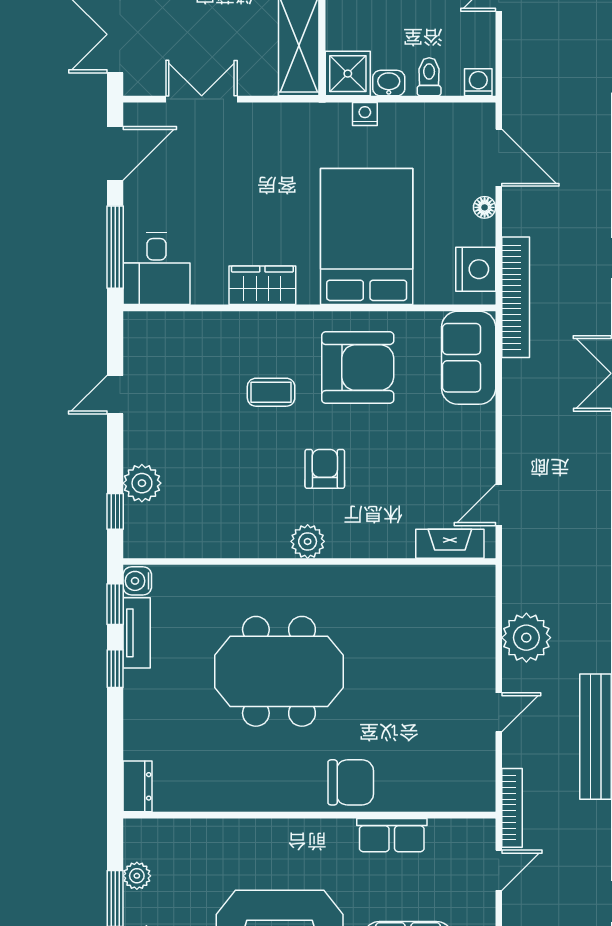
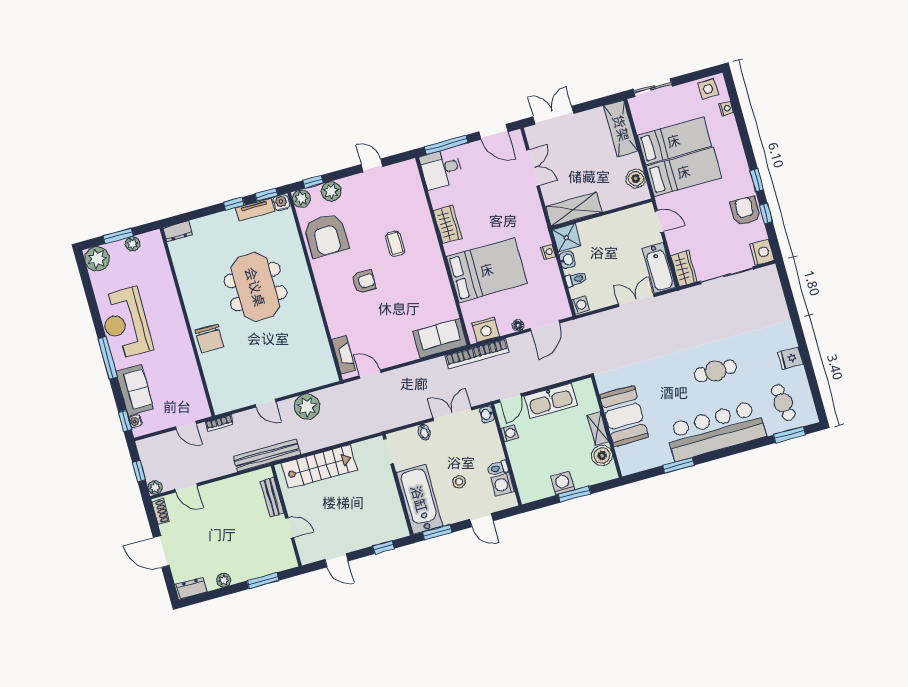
armchair: (358, 368) -> (326, 235), moved
plant: (308, 541) -> (301, 198), moved
bookcase: (512, 808) -> (219, 423), width x0.64
row of seats: (392, 835) -> (189, 366), removed

